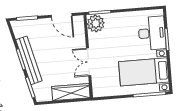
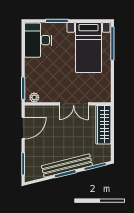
plant: (96, 23) -> (34, 97), width x0.53, depth x0.53
desk: (152, 33) -> (38, 40), moved, turned -90

